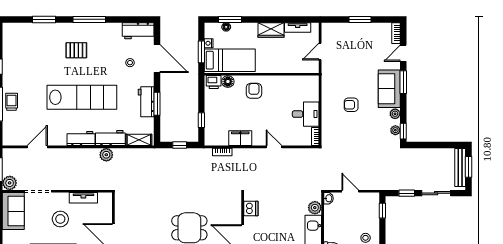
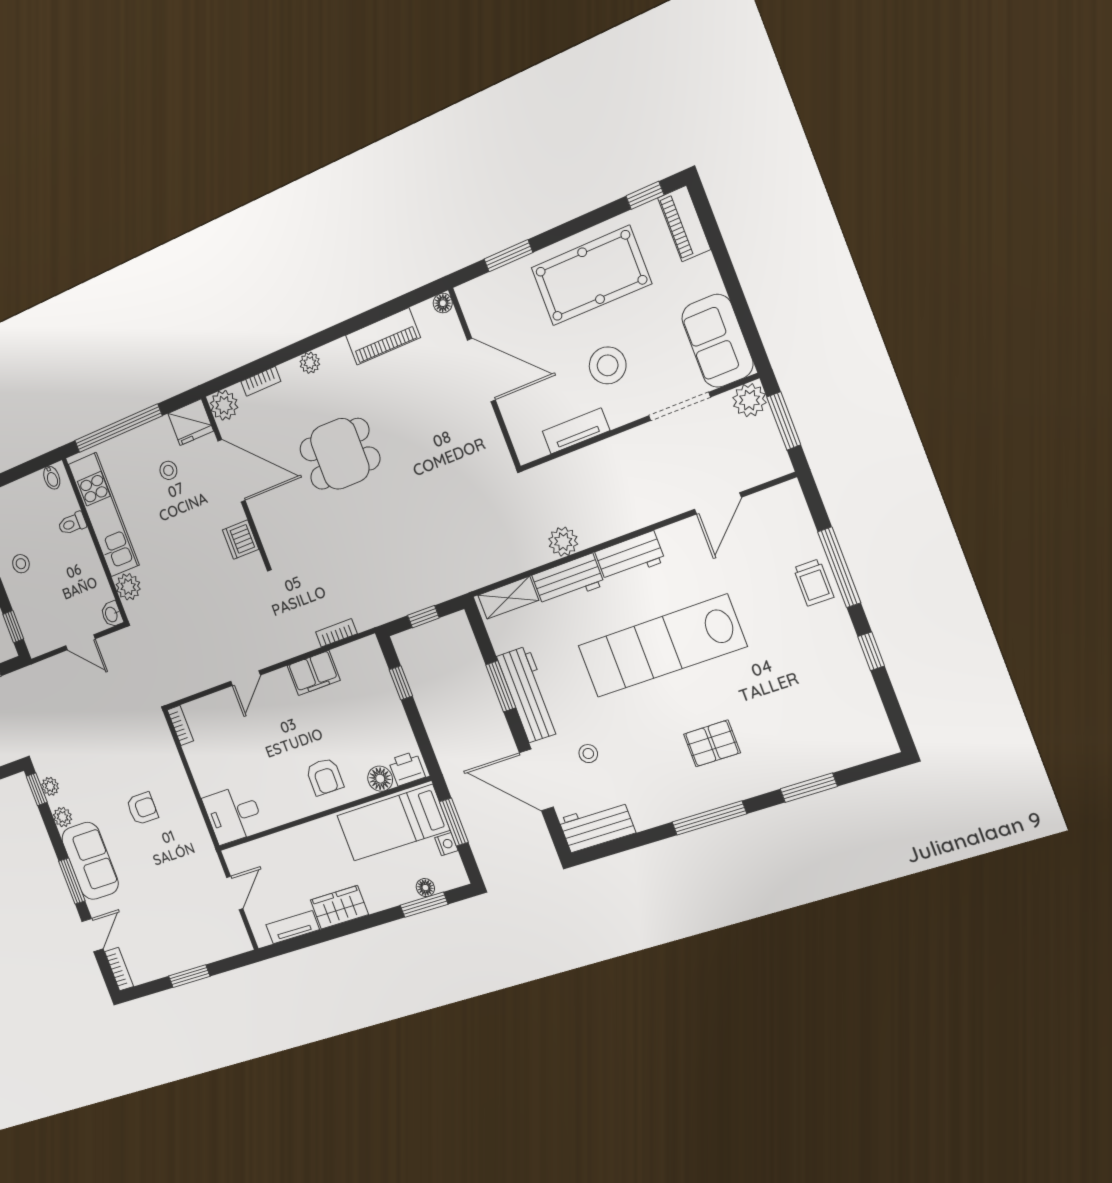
workbench: (146, 102) -> (529, 694), width x1.37
desk: (306, 114) -> (233, 814), moved
door: (274, 147) -> (246, 678), hinge flipped

